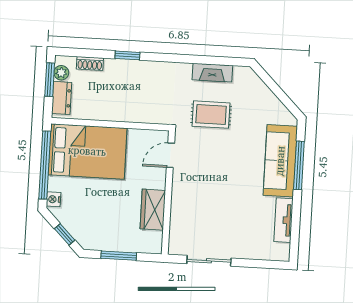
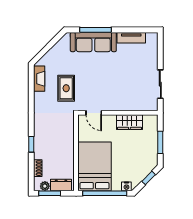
fireplace: (212, 73) -> (39, 79), moved

